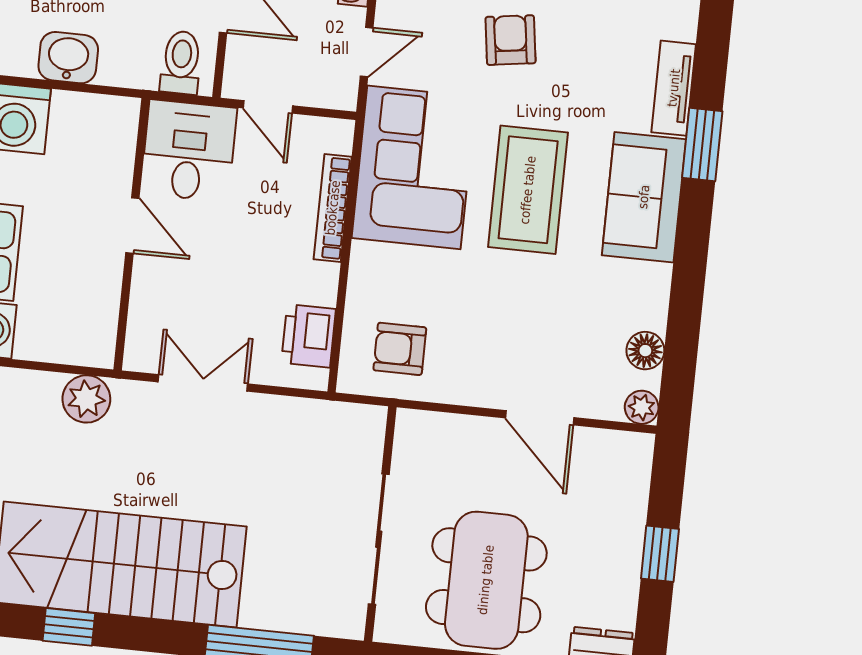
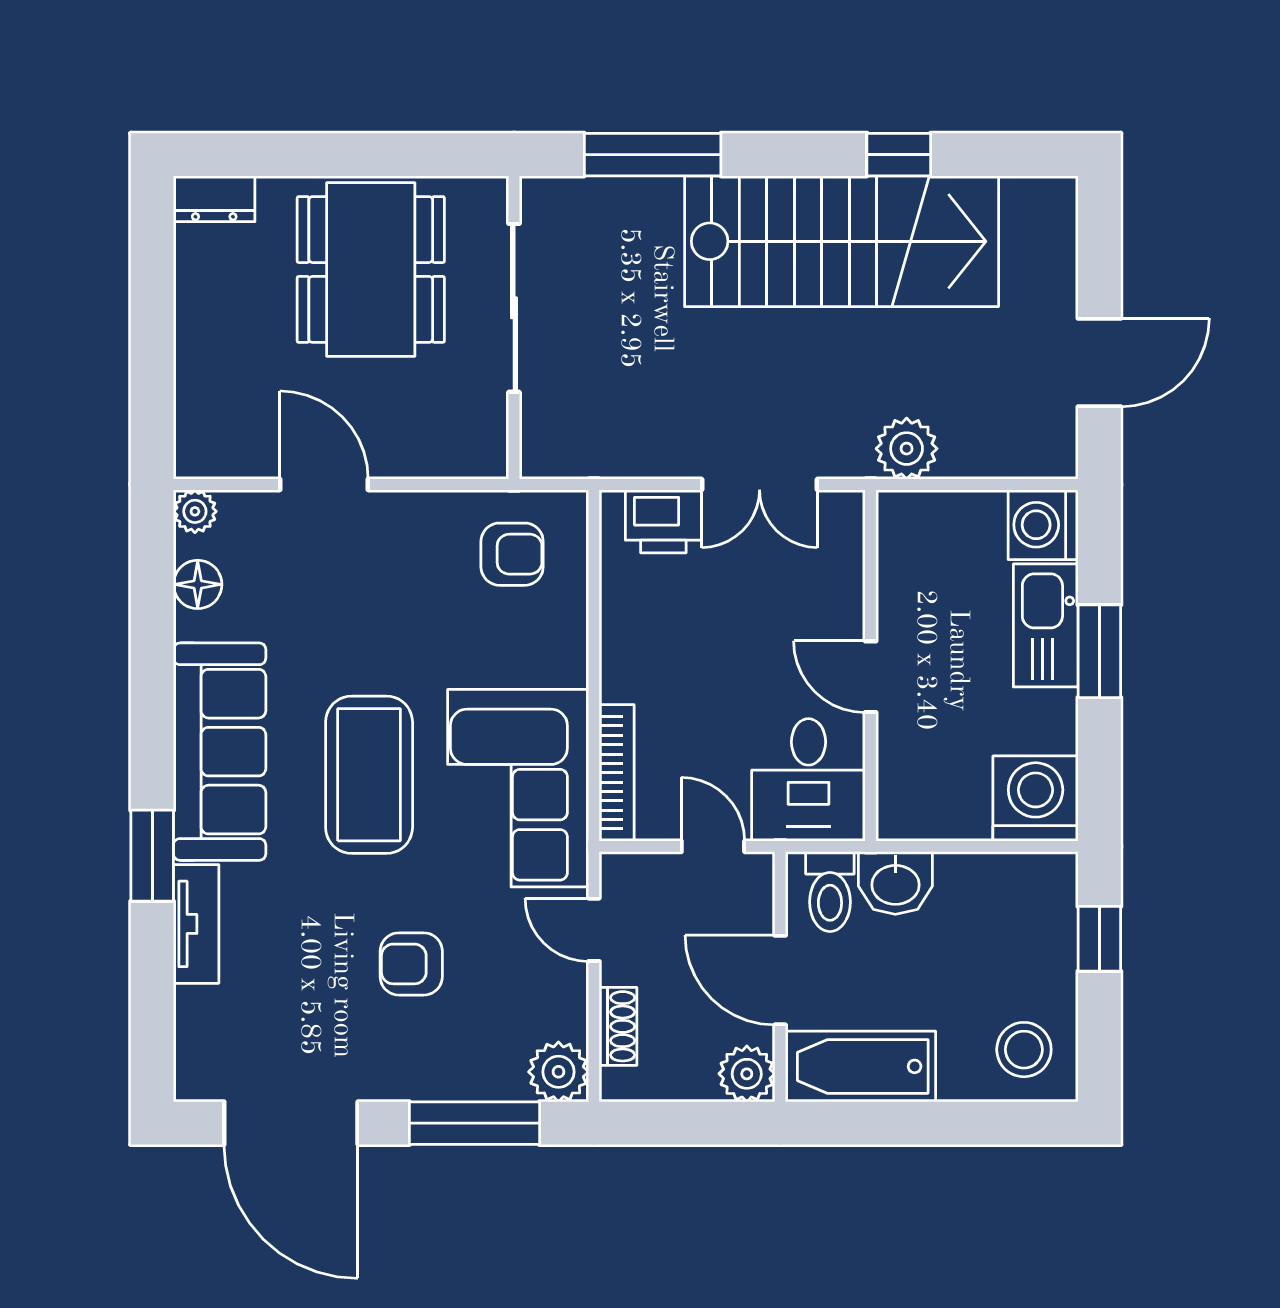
armchair: (511, 40) -> (411, 964), turned 98
door: (367, 52) -> (594, 930), hinge flipped
washbasin: (68, 58) -> (895, 883), moved
sofa: (644, 197) -> (220, 752), width x1.36
bookcase: (333, 208) -> (617, 773), moved
printer: (309, 336) -> (663, 521), moved, turned 90
window: (660, 554) -> (152, 326), removed

